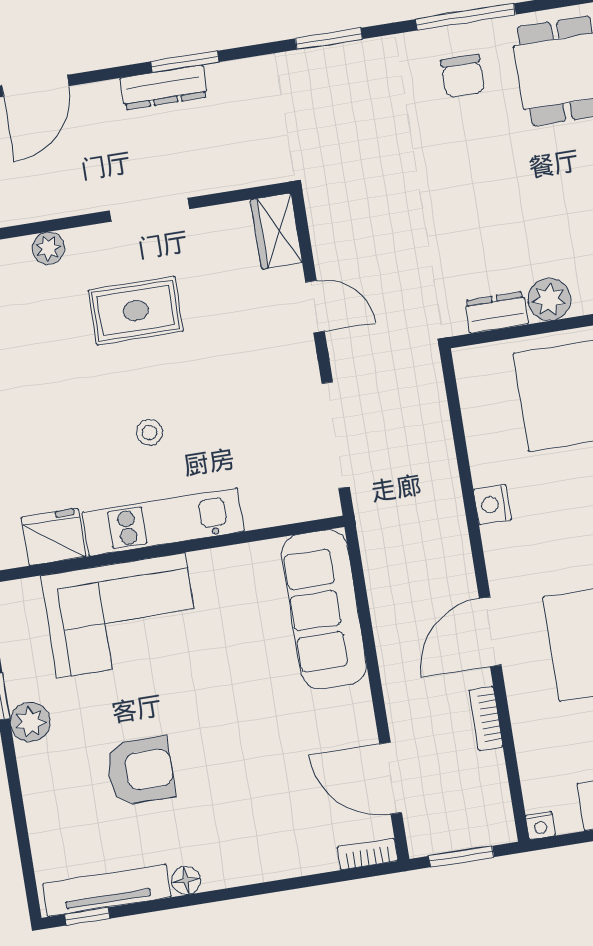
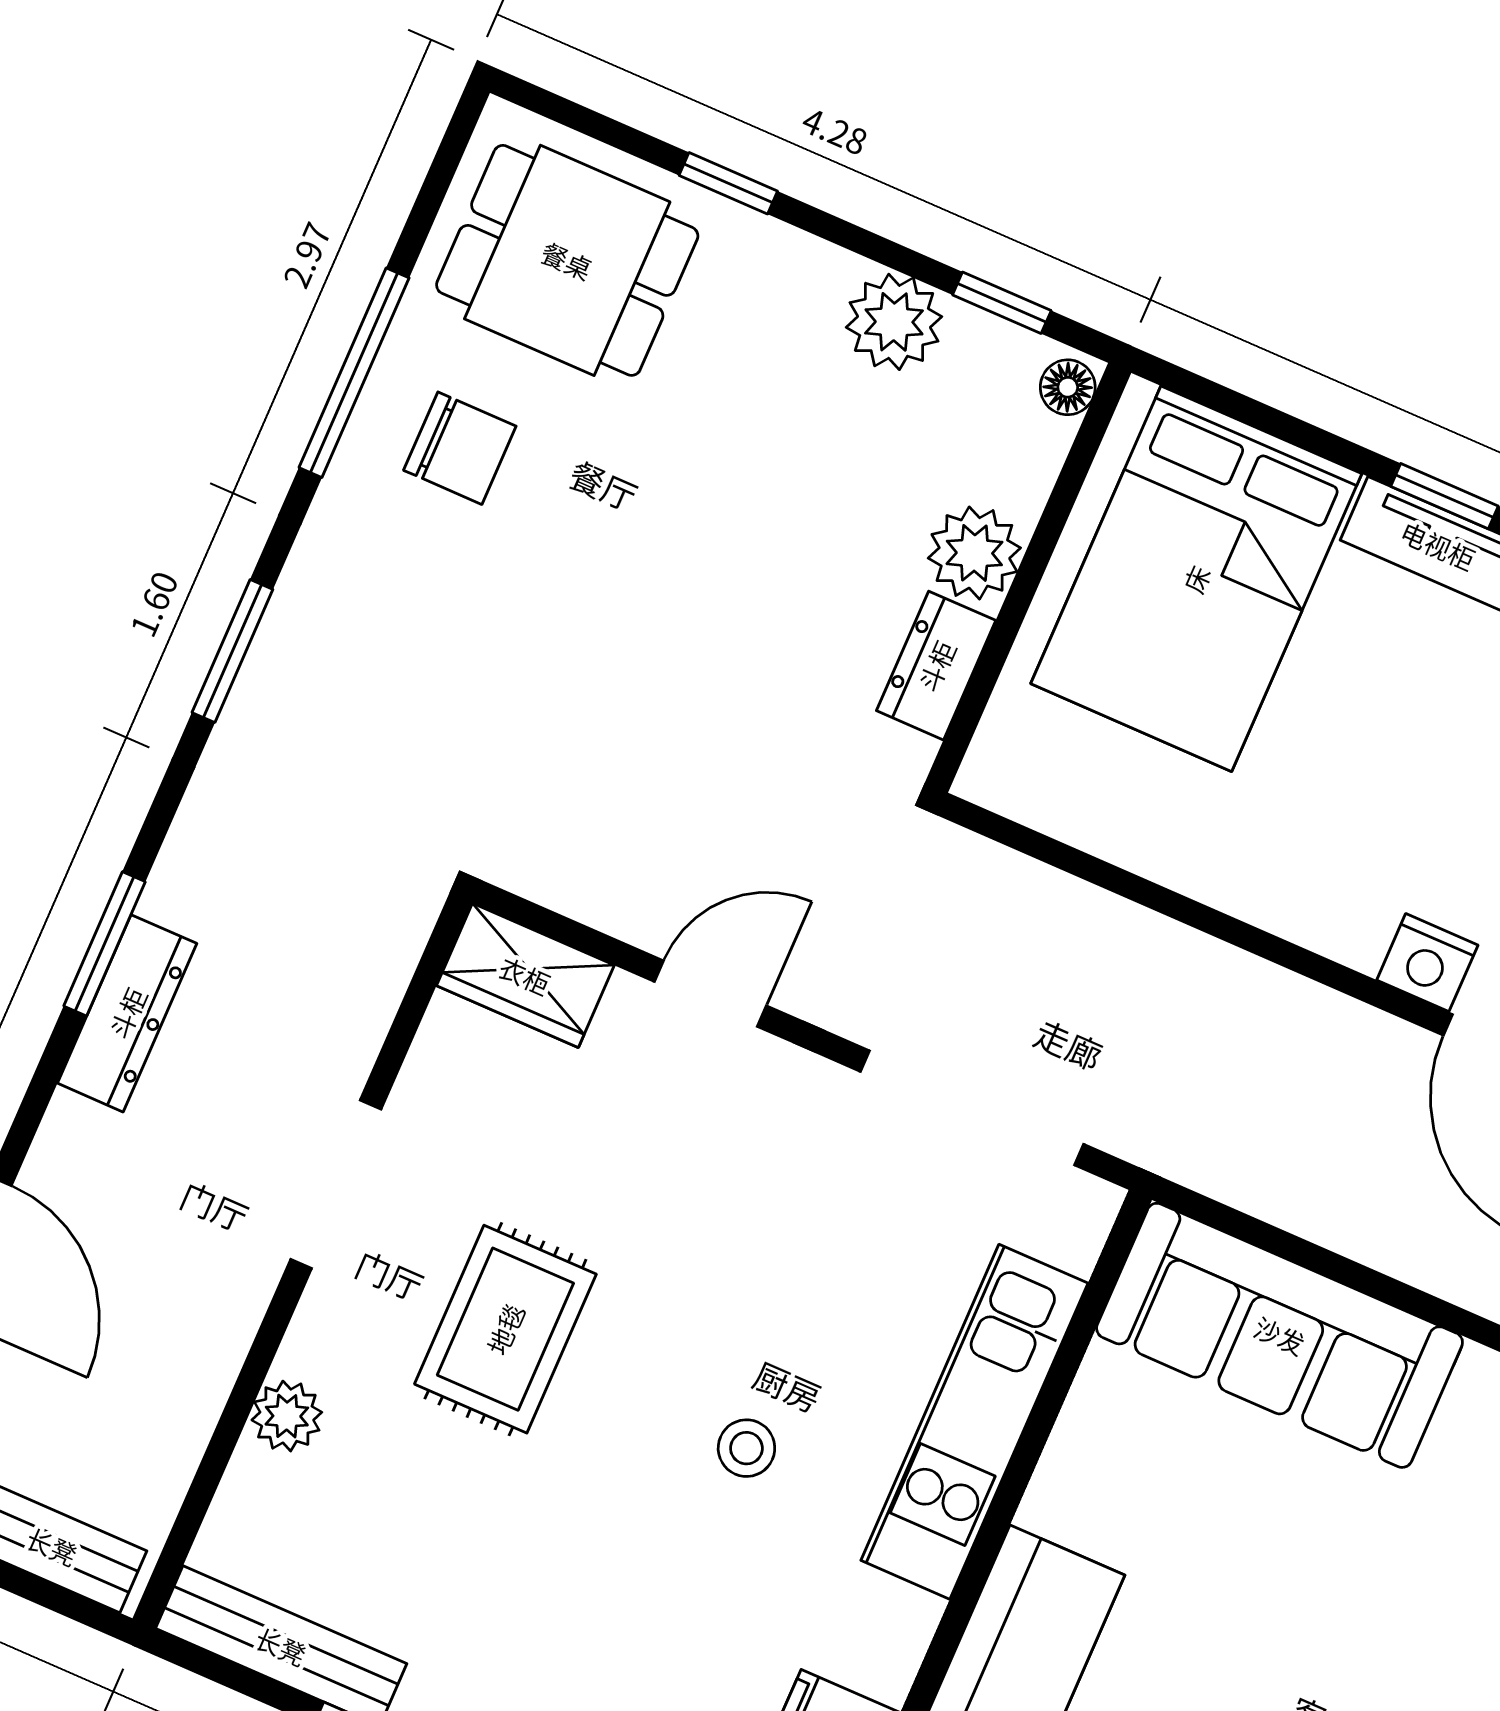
nightstand: (492, 505) -> (1427, 963), moved
kitchen unit: (163, 522) -> (974, 1422), moved

